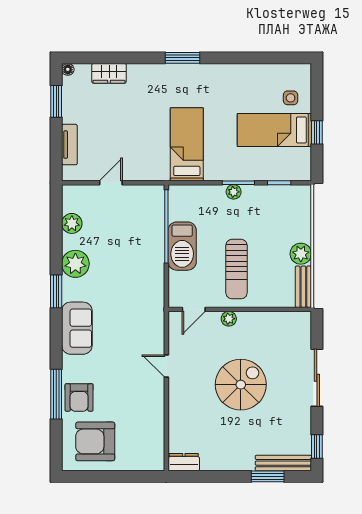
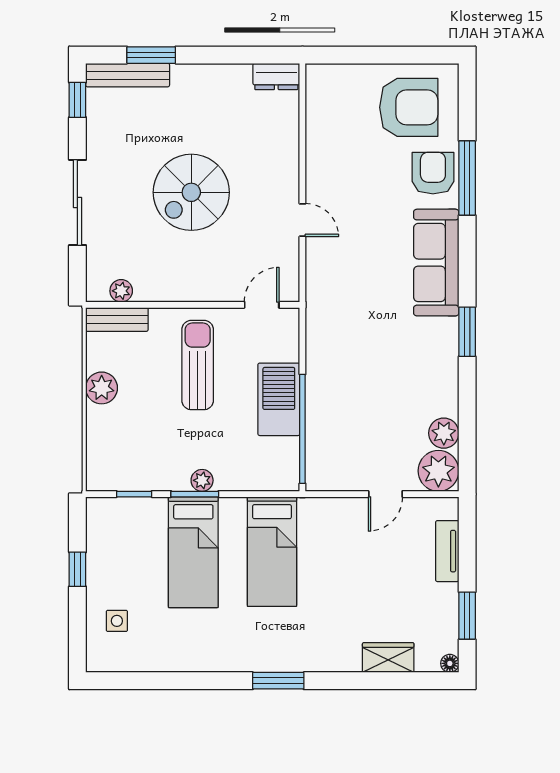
bed: (274, 130) -> (193, 552), moved, turned 90
plant: (75, 264) -> (438, 471), moved
bench: (303, 287) -> (117, 319), moved, turned 90
plant: (229, 319) -> (121, 291), moved
sofa: (77, 328) -> (436, 263), width x1.36

